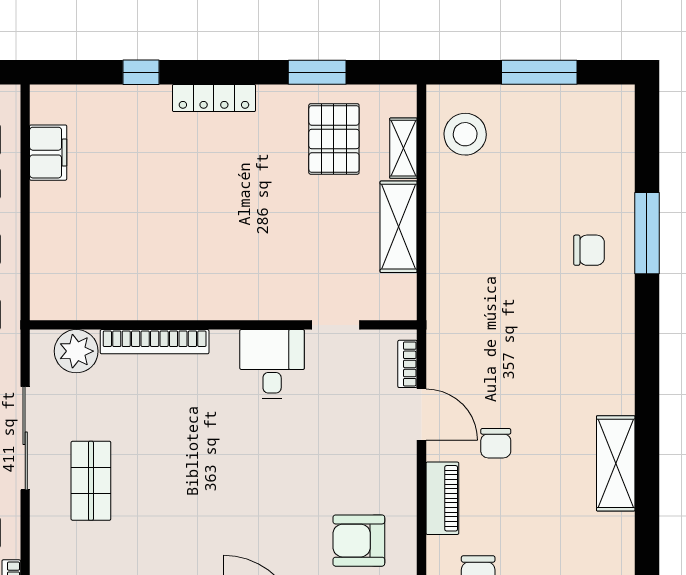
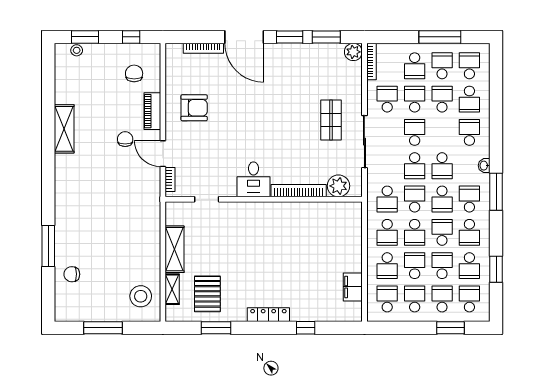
chair: (589, 250) -> (72, 274), moved
desk: (272, 364) -> (253, 179), moved
armchair: (359, 541) -> (194, 108), moved

